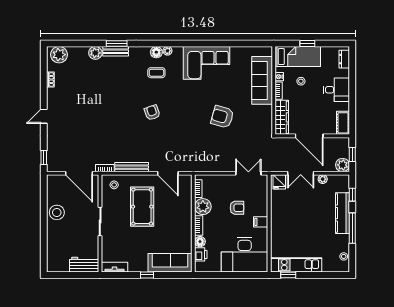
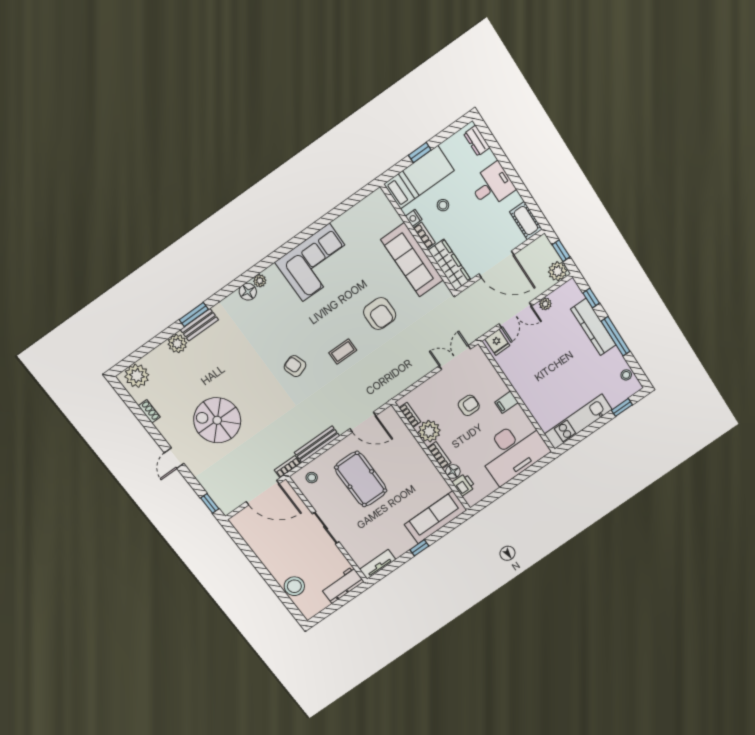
coffee table: (156, 73) -> (343, 351), moved
sofa: (262, 80) -> (412, 260), moved
spiral stairs: (85, 112) -> (217, 420), added
armchair: (222, 117) -> (380, 314), turned -106
stool: (57, 212) -> (294, 586), moved
window: (288, 275) -> (622, 407), moved

